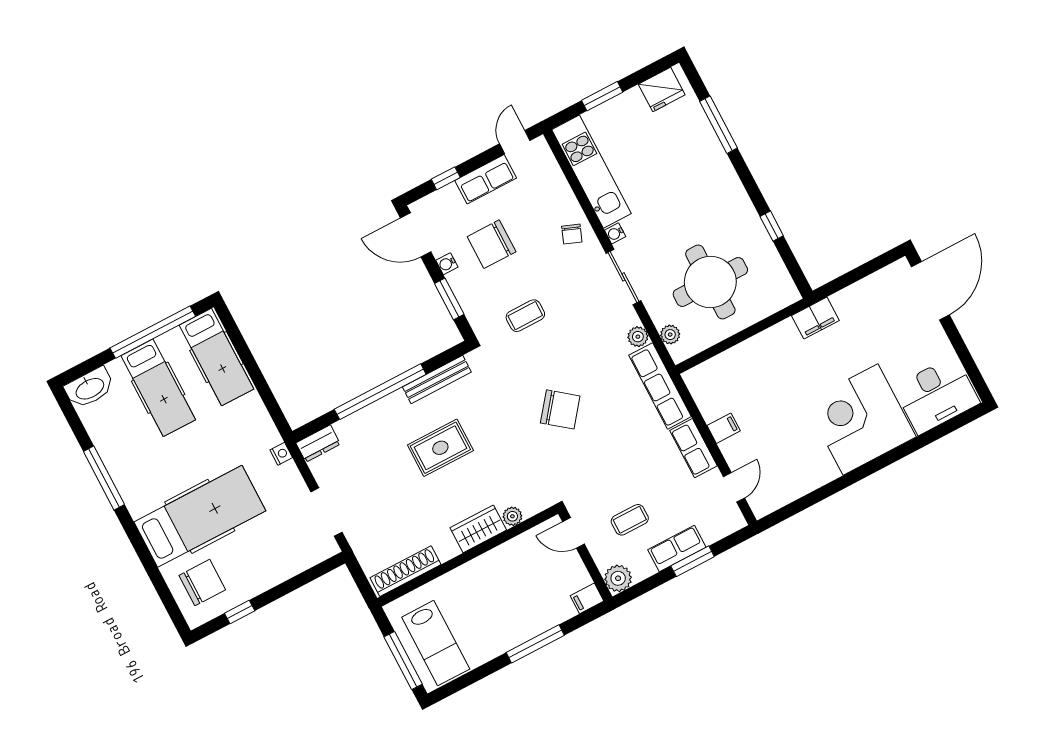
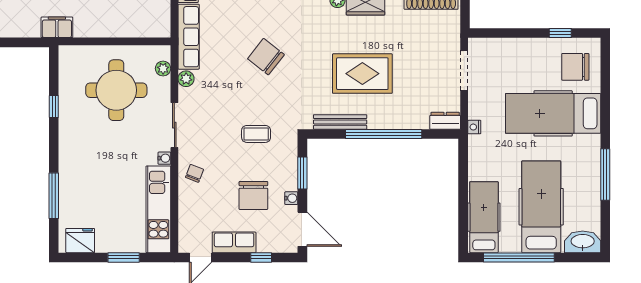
chair: (492, 244) -> (253, 195), turned 90
hospital bed: (158, 388) -> (541, 207), width x1.37, depth x1.29
rug: (440, 448) -> (362, 74), width x1.36, depth x1.43

